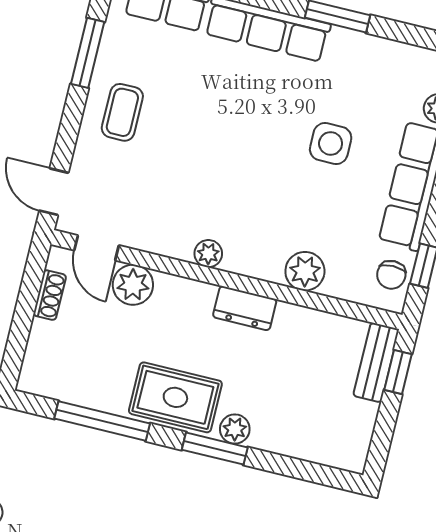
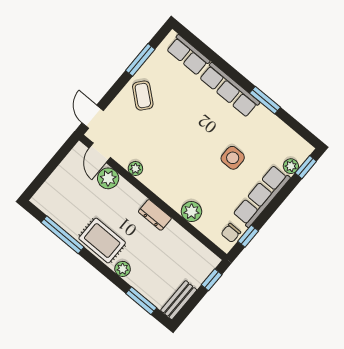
coffee table: (122, 112) -> (143, 96), turned -50
plant: (208, 254) -> (135, 169), moved
shoe rack: (50, 295) -> (67, 164), removed
bench: (376, 362) -> (179, 300), moved
window: (215, 449) -> (141, 301), moved

